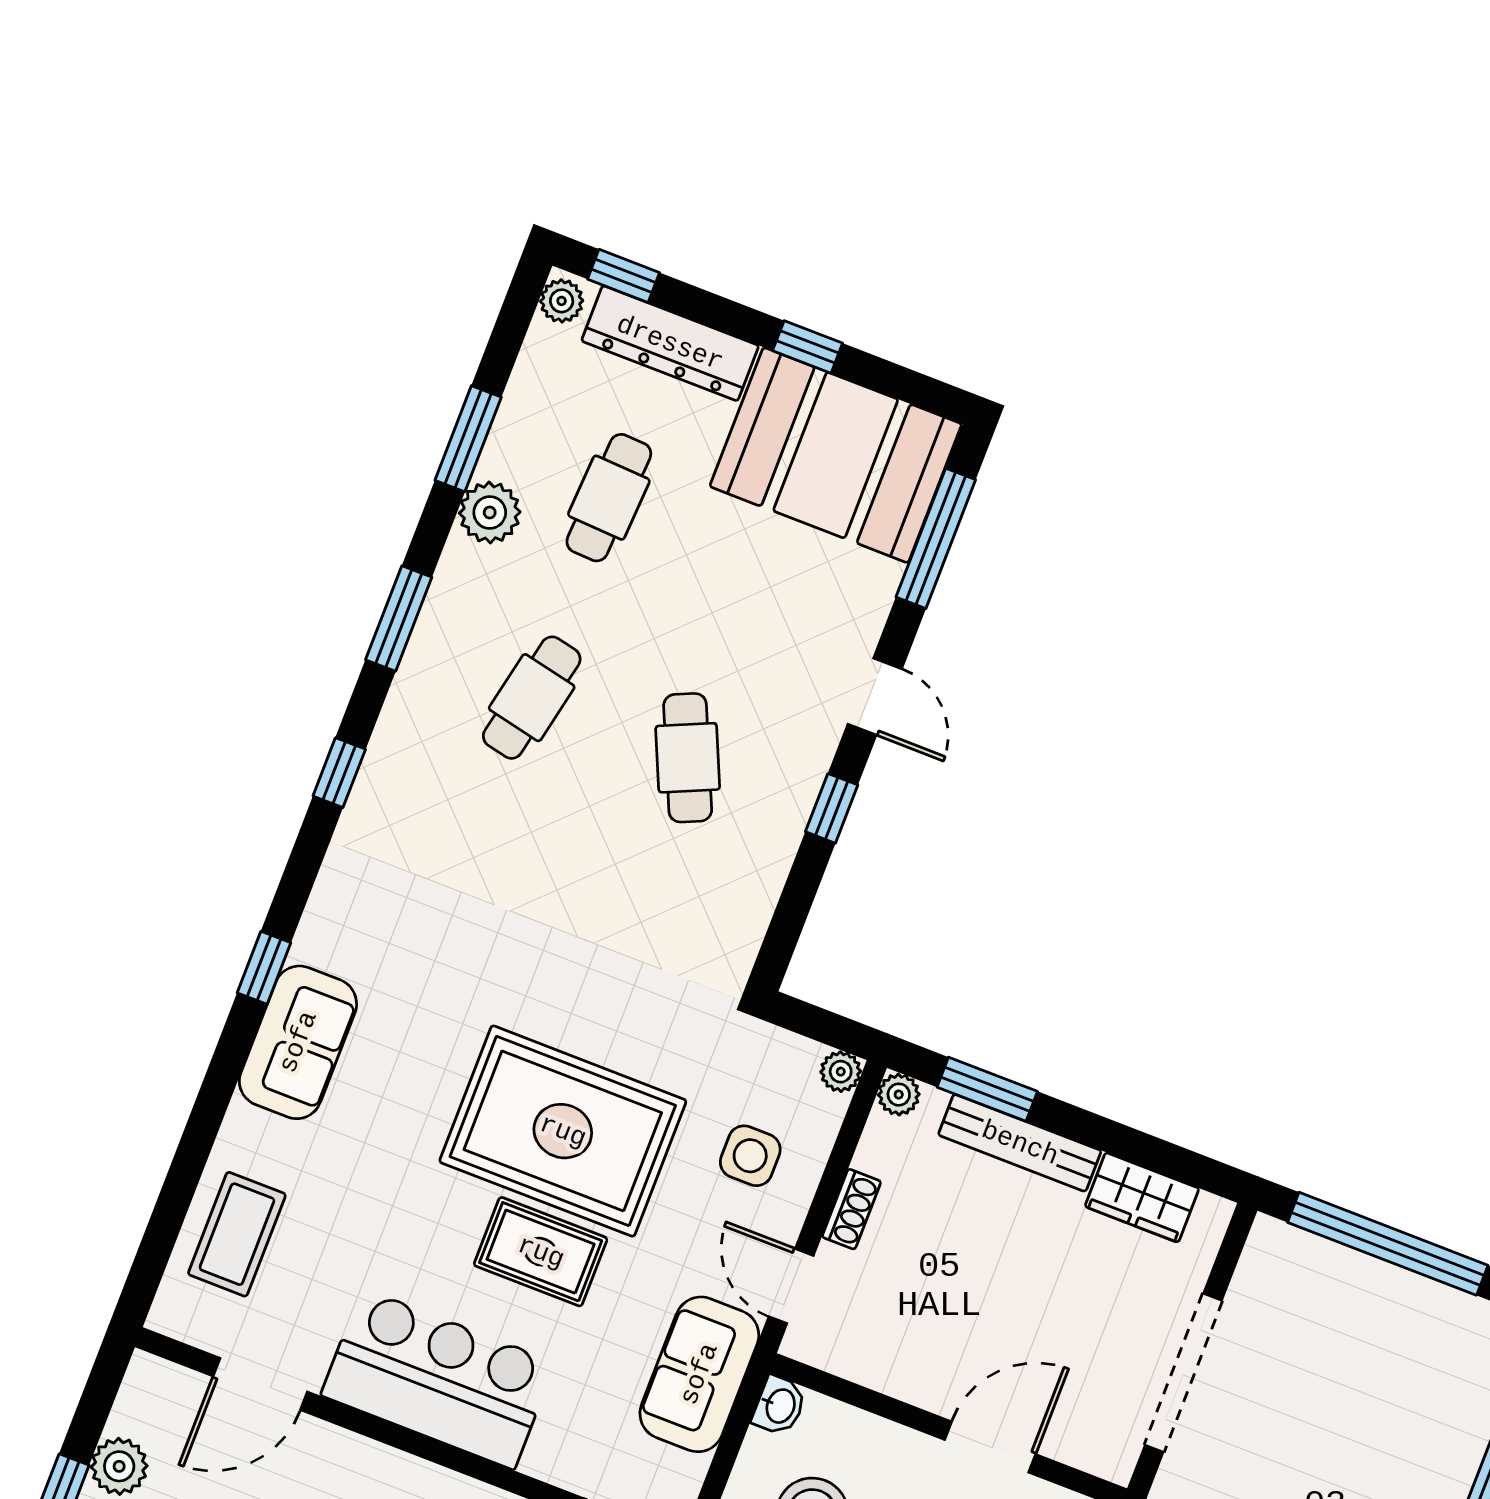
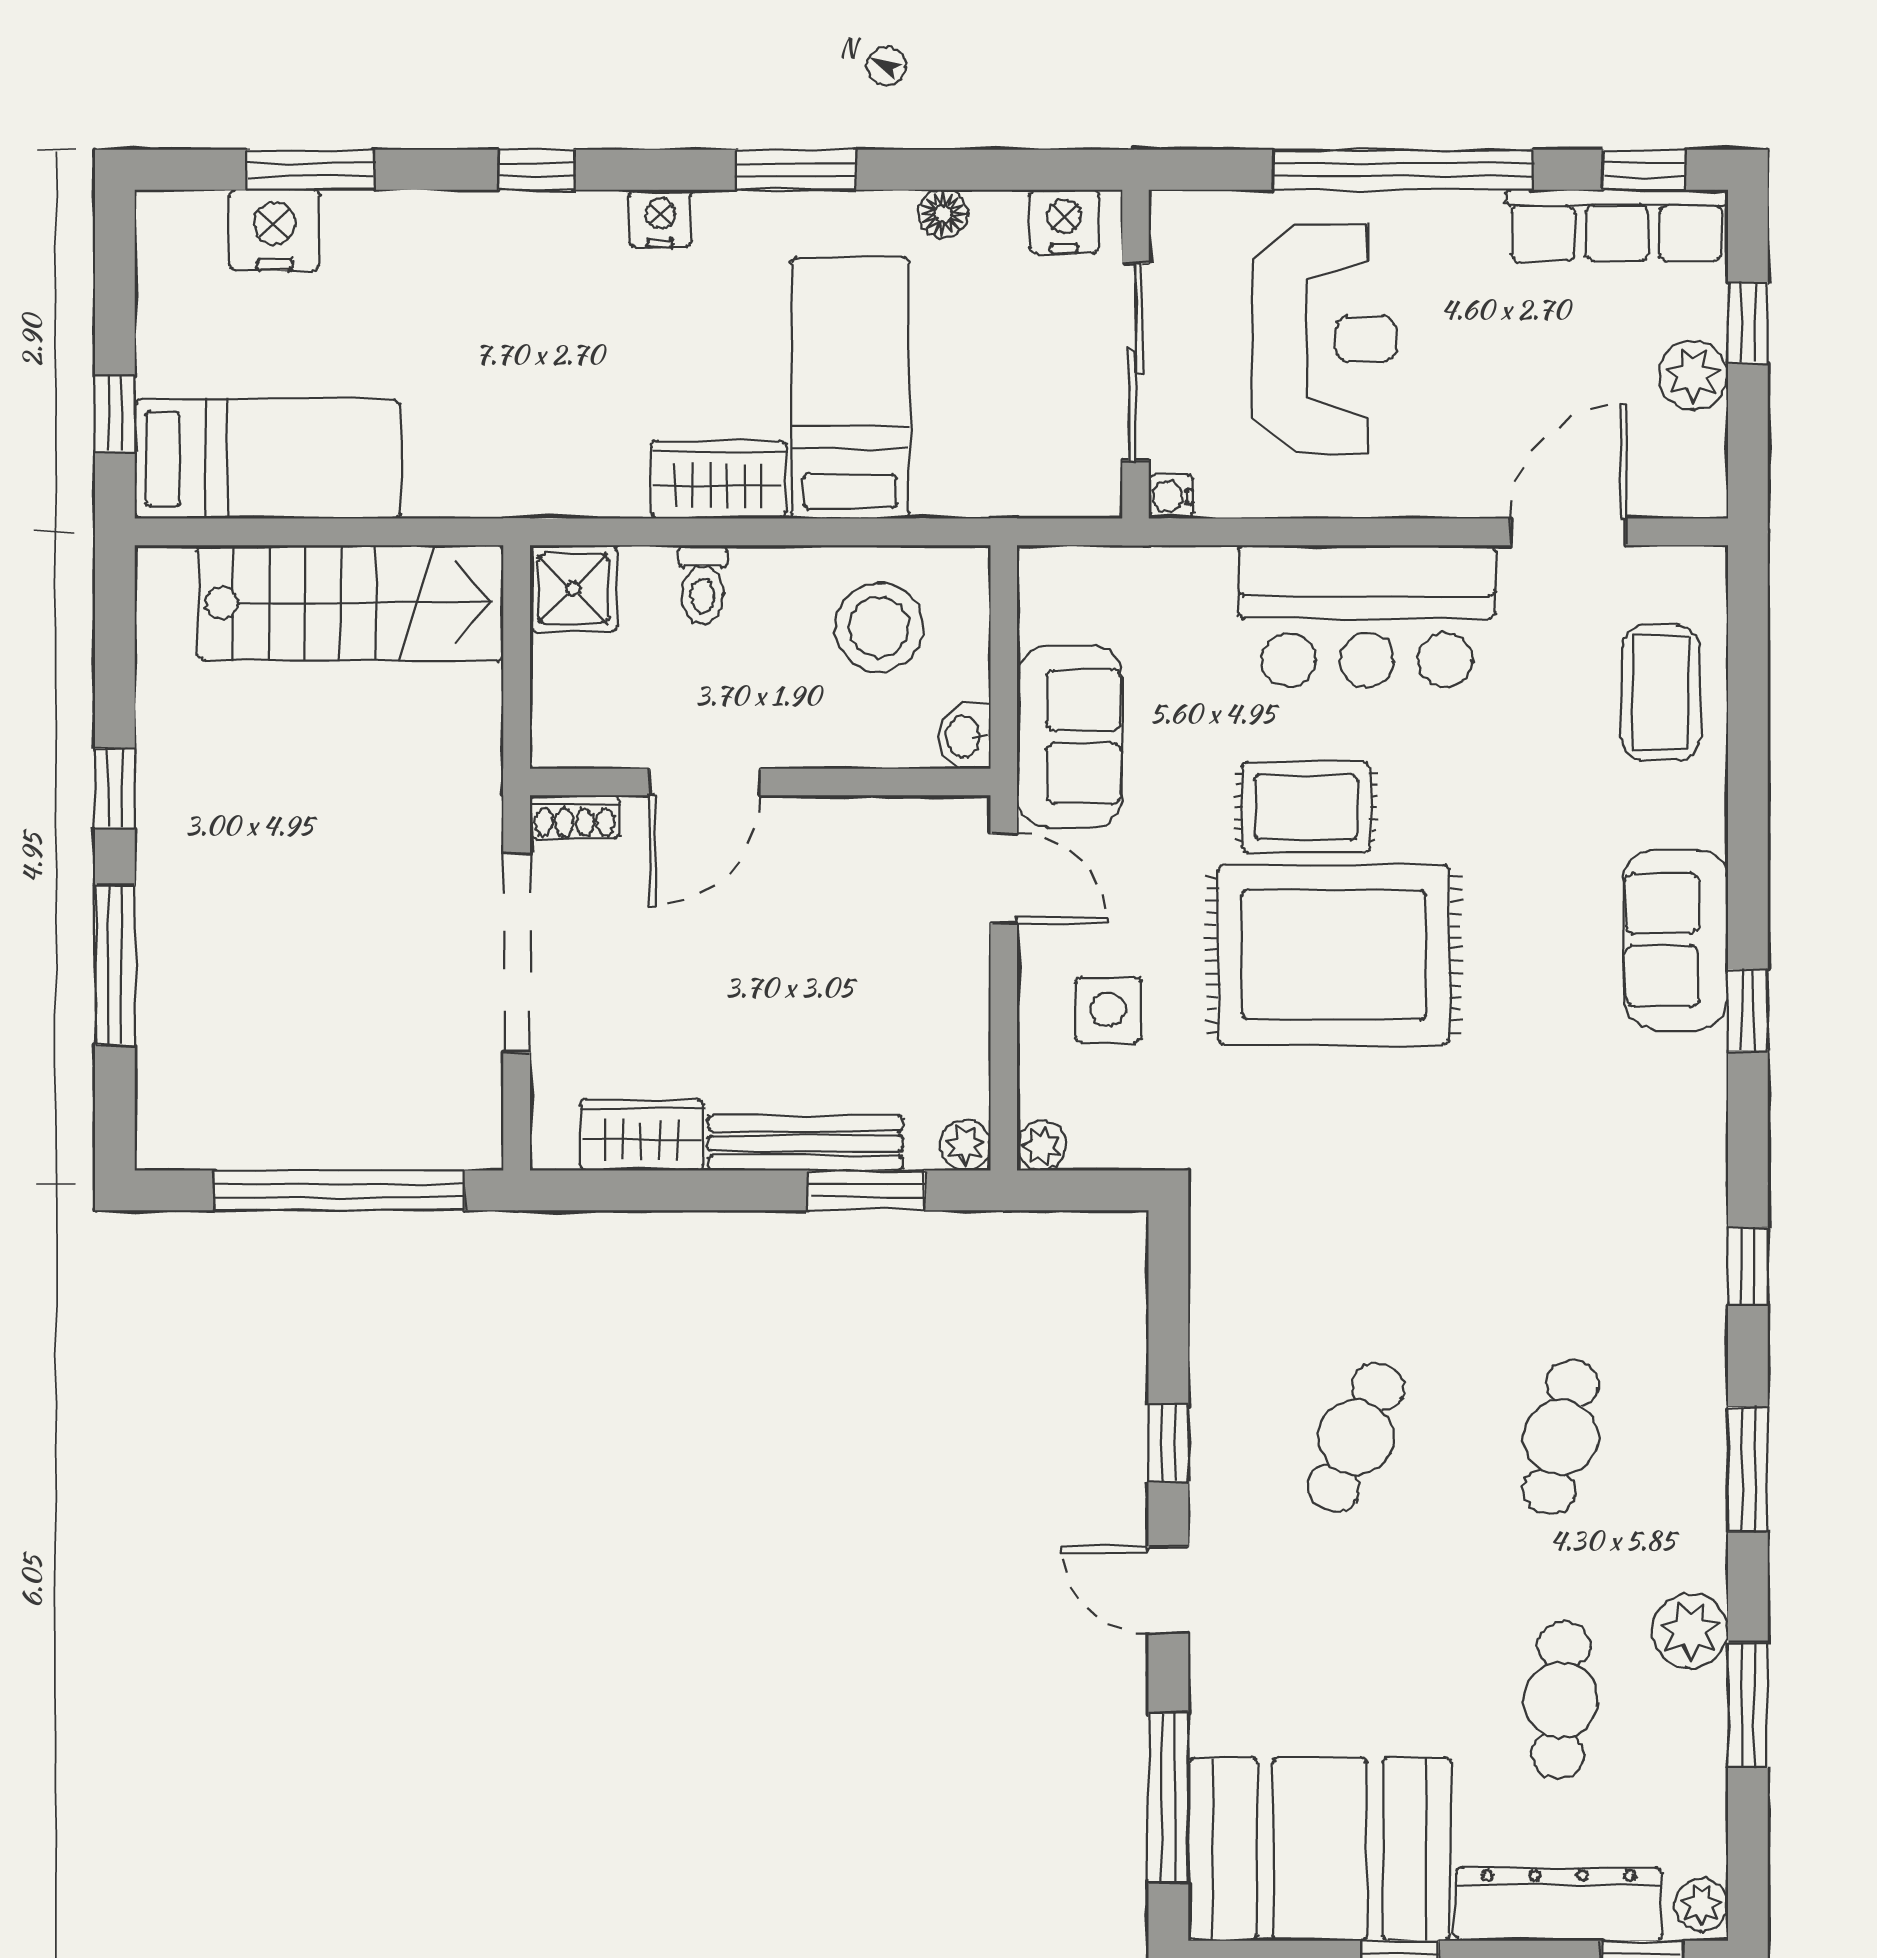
cafe table: (688, 758) -> (1356, 1437), turned 48
shoe rack: (851, 1209) -> (575, 817), moved, turned -90

